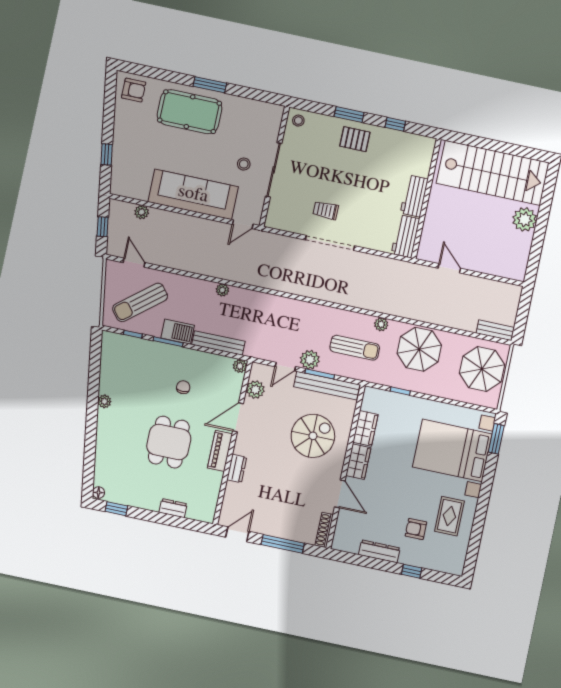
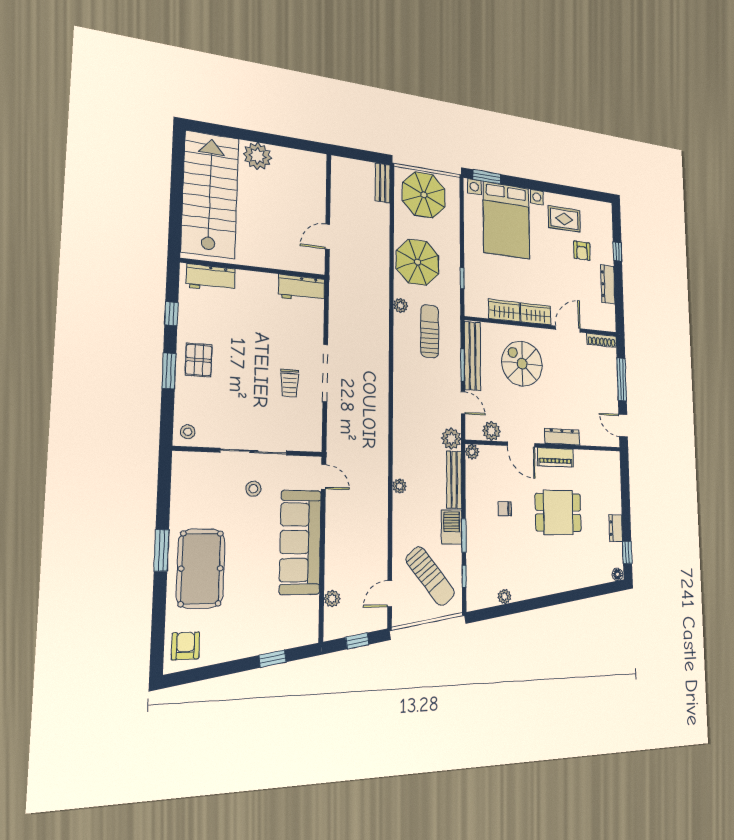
workbench: (414, 196) -> (211, 278), moved
plant: (310, 360) -> (451, 439), moved
plant: (104, 401) -> (504, 597), moved
dresser: (237, 468) -> (562, 437), width x1.44
dresser: (173, 508) -> (616, 528), moved

